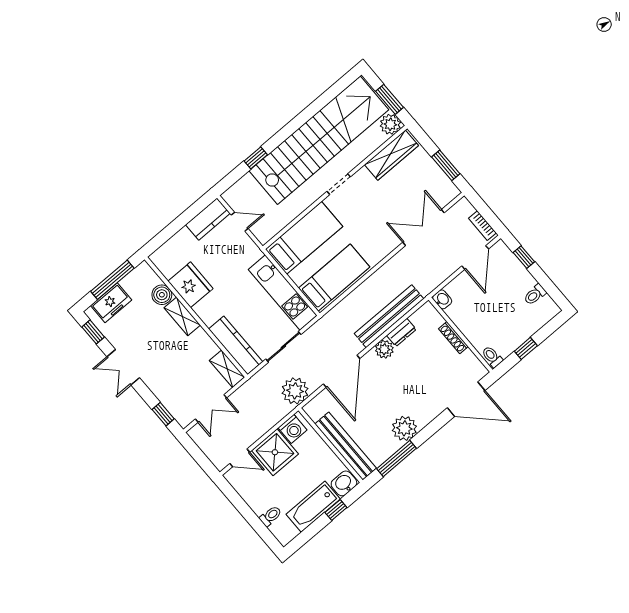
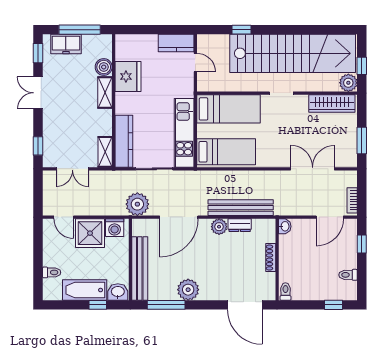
window: (390, 99) -> (362, 66), width x0.67
window: (526, 348) -> (334, 305), moved

